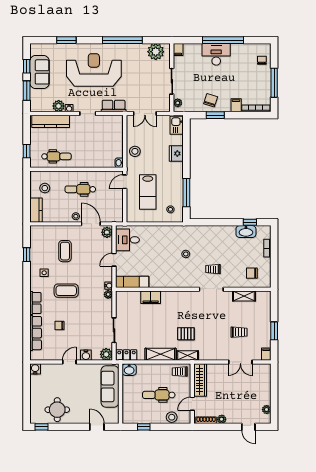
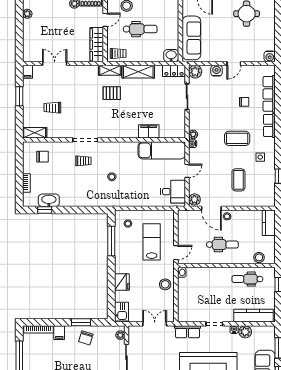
stool: (45, 188) -> (259, 257), moved
exam couch: (132, 282) -> (162, 150), width x1.36, depth x1.45
shelving: (244, 296) -> (35, 133), moved
trolley: (239, 332) -> (52, 108), moved

